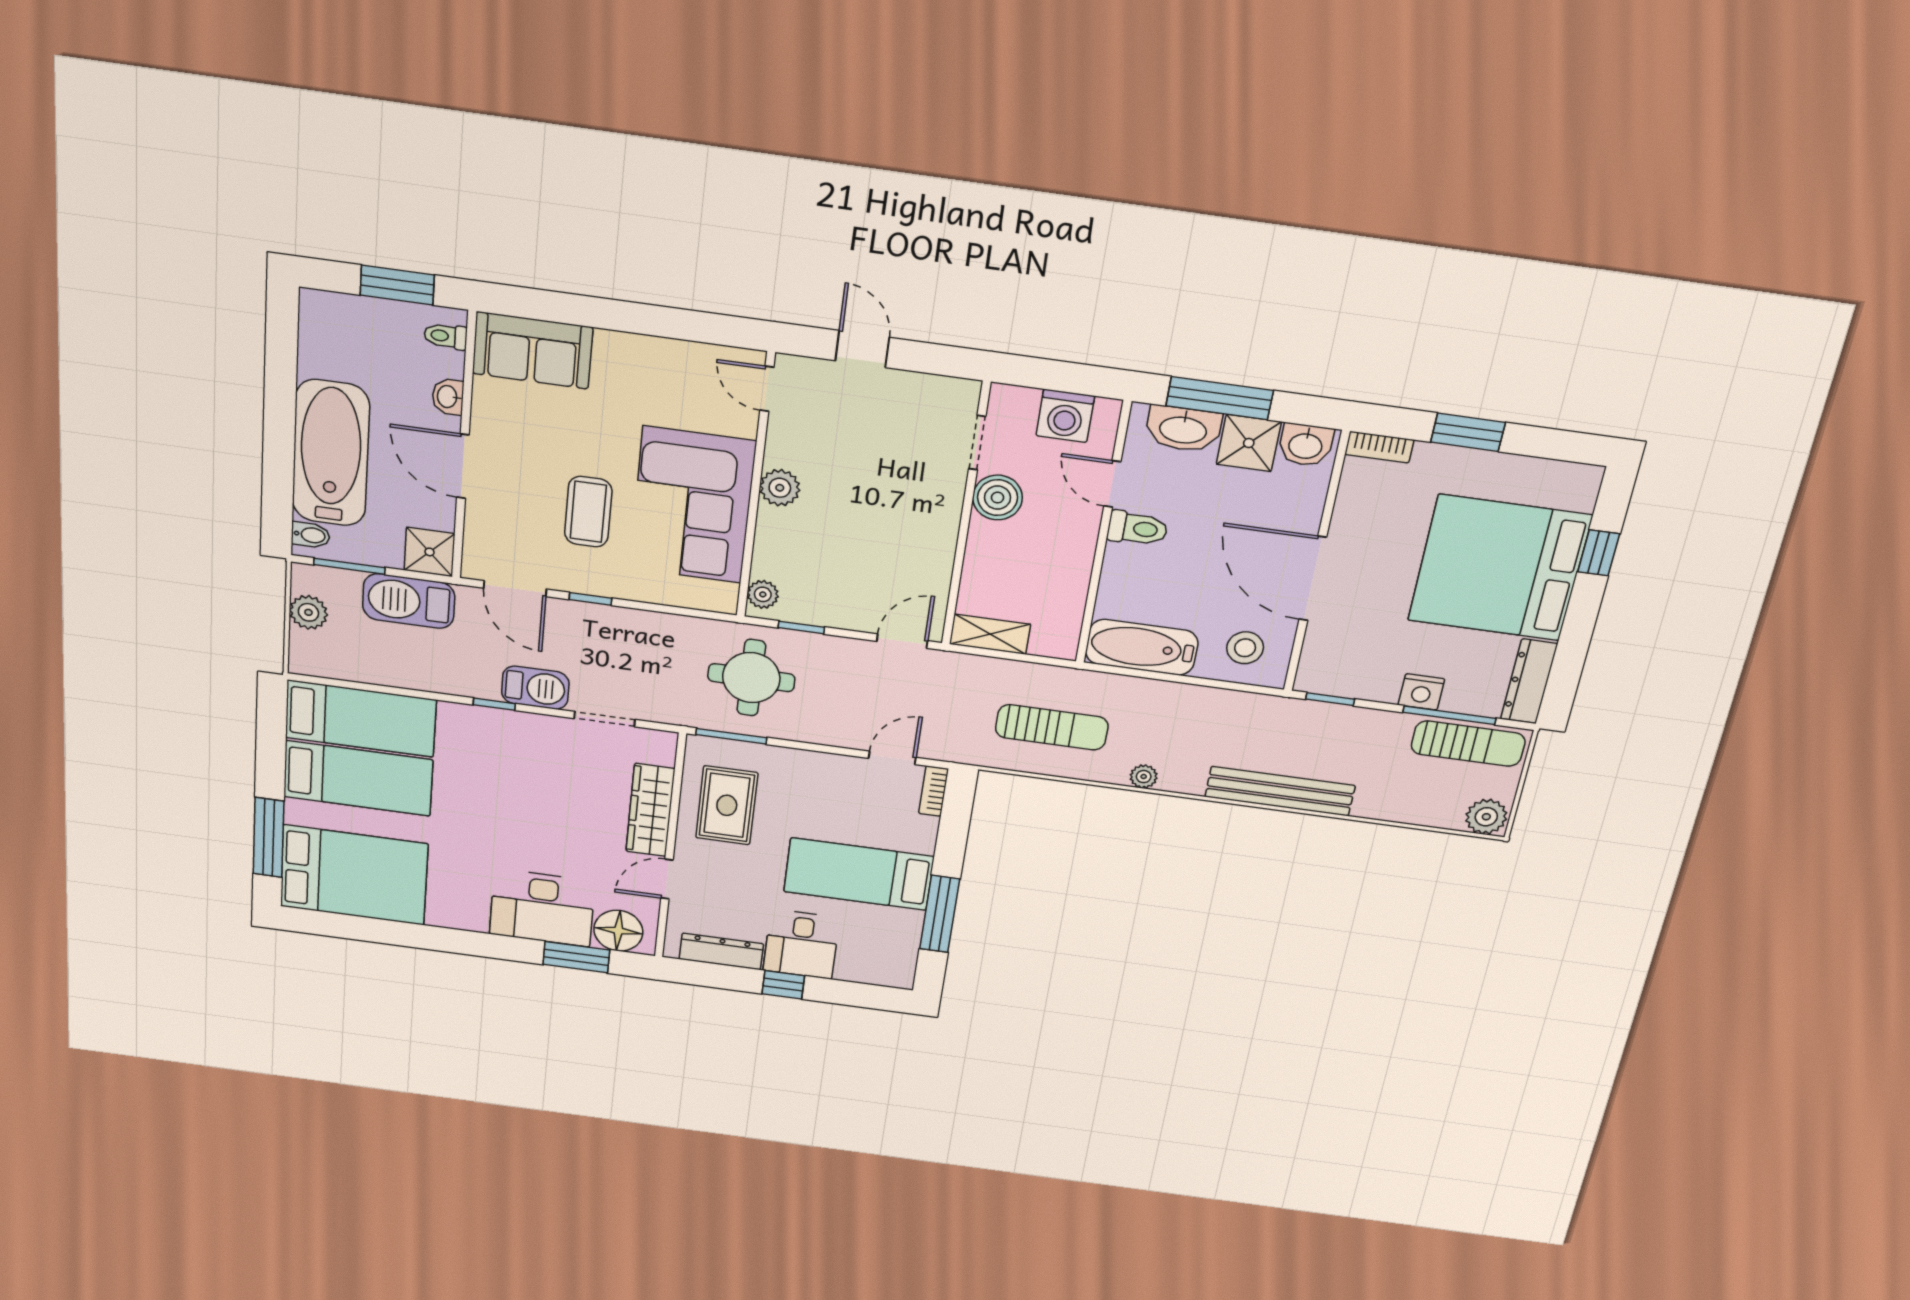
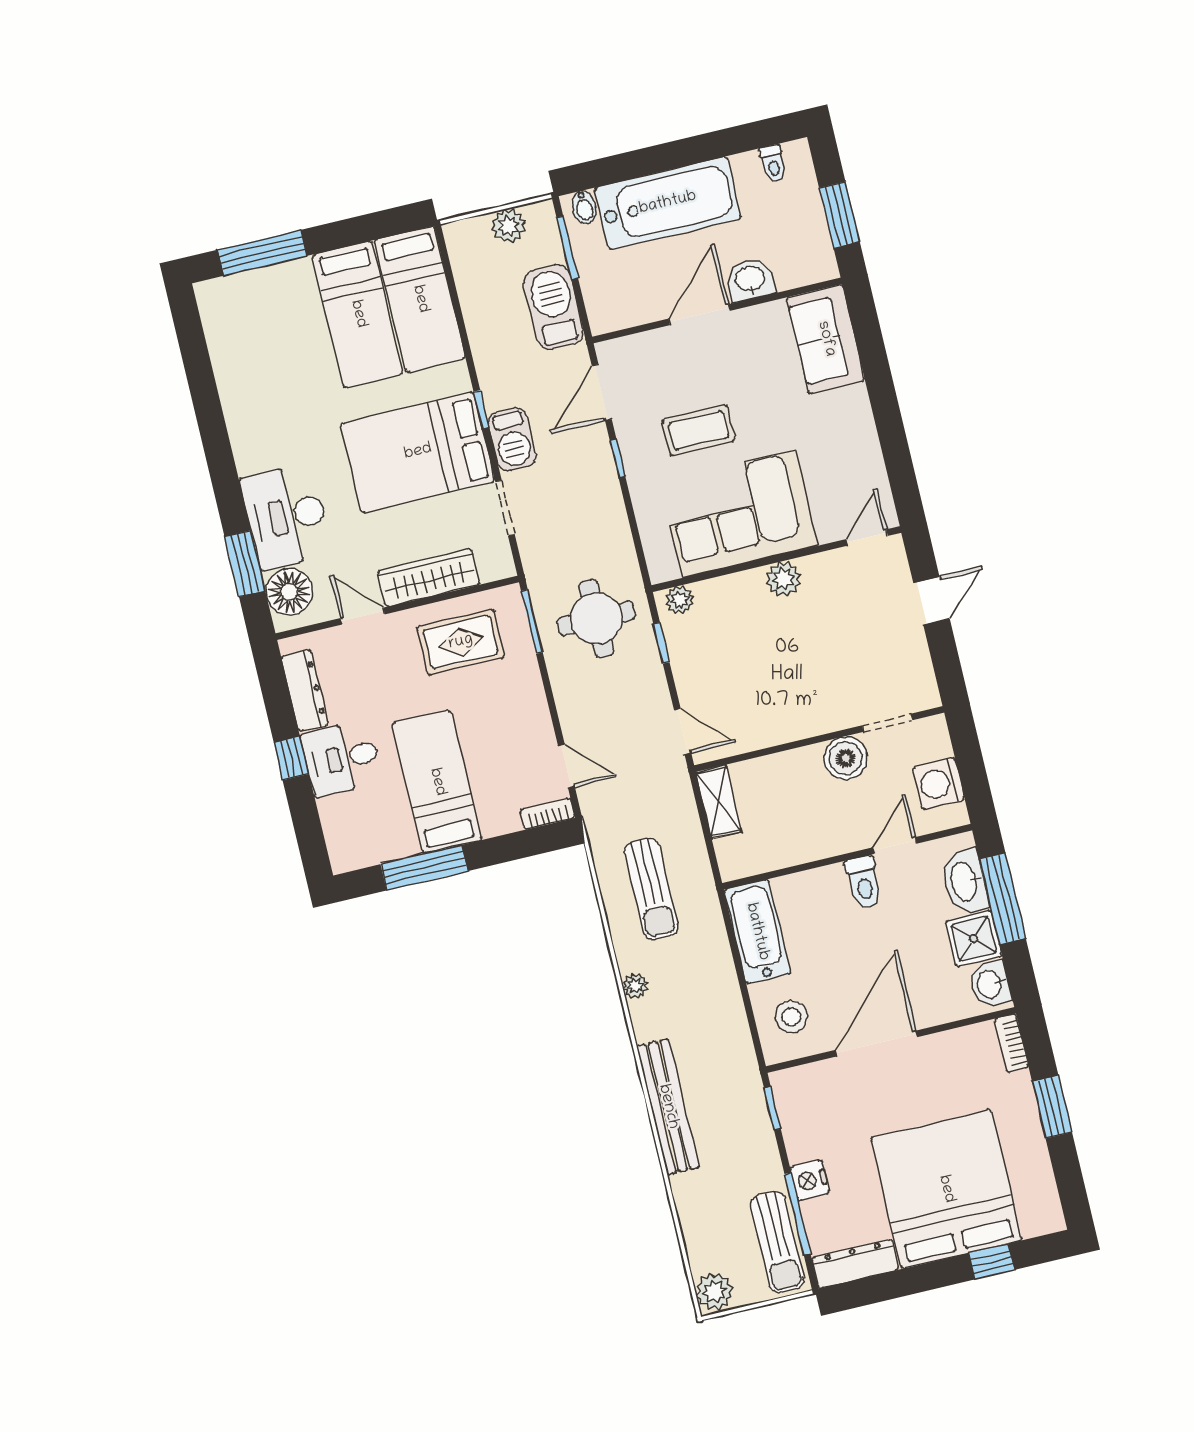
toilet: (446, 336) -> (773, 163), moved, turned 180
washbasin: (448, 397) -> (750, 280), width x1.38, depth x1.45
shower: (430, 552) -> (608, 311), removed
bed: (354, 875) -> (418, 452), moved, turned 90

